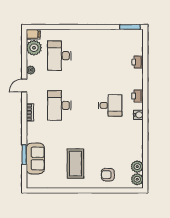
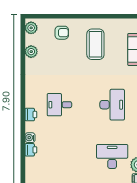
desk: (59, 56) -> (112, 156), turned -90
water cooler: (138, 115) -> (30, 138), moved
plant: (137, 167) -> (31, 52), moved

